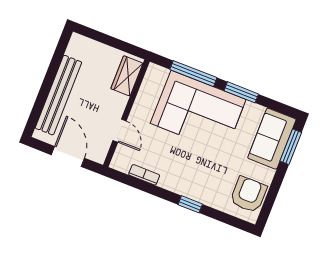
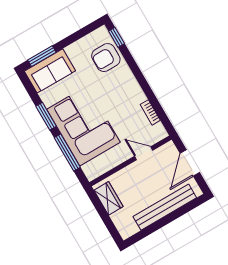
wardrobe: (127, 76) -> (108, 198), moved, turned -90
door: (120, 131) -> (144, 153), hinge flipped
armchair: (248, 195) -> (106, 58), moved
window: (190, 204) -> (116, 37), moved

